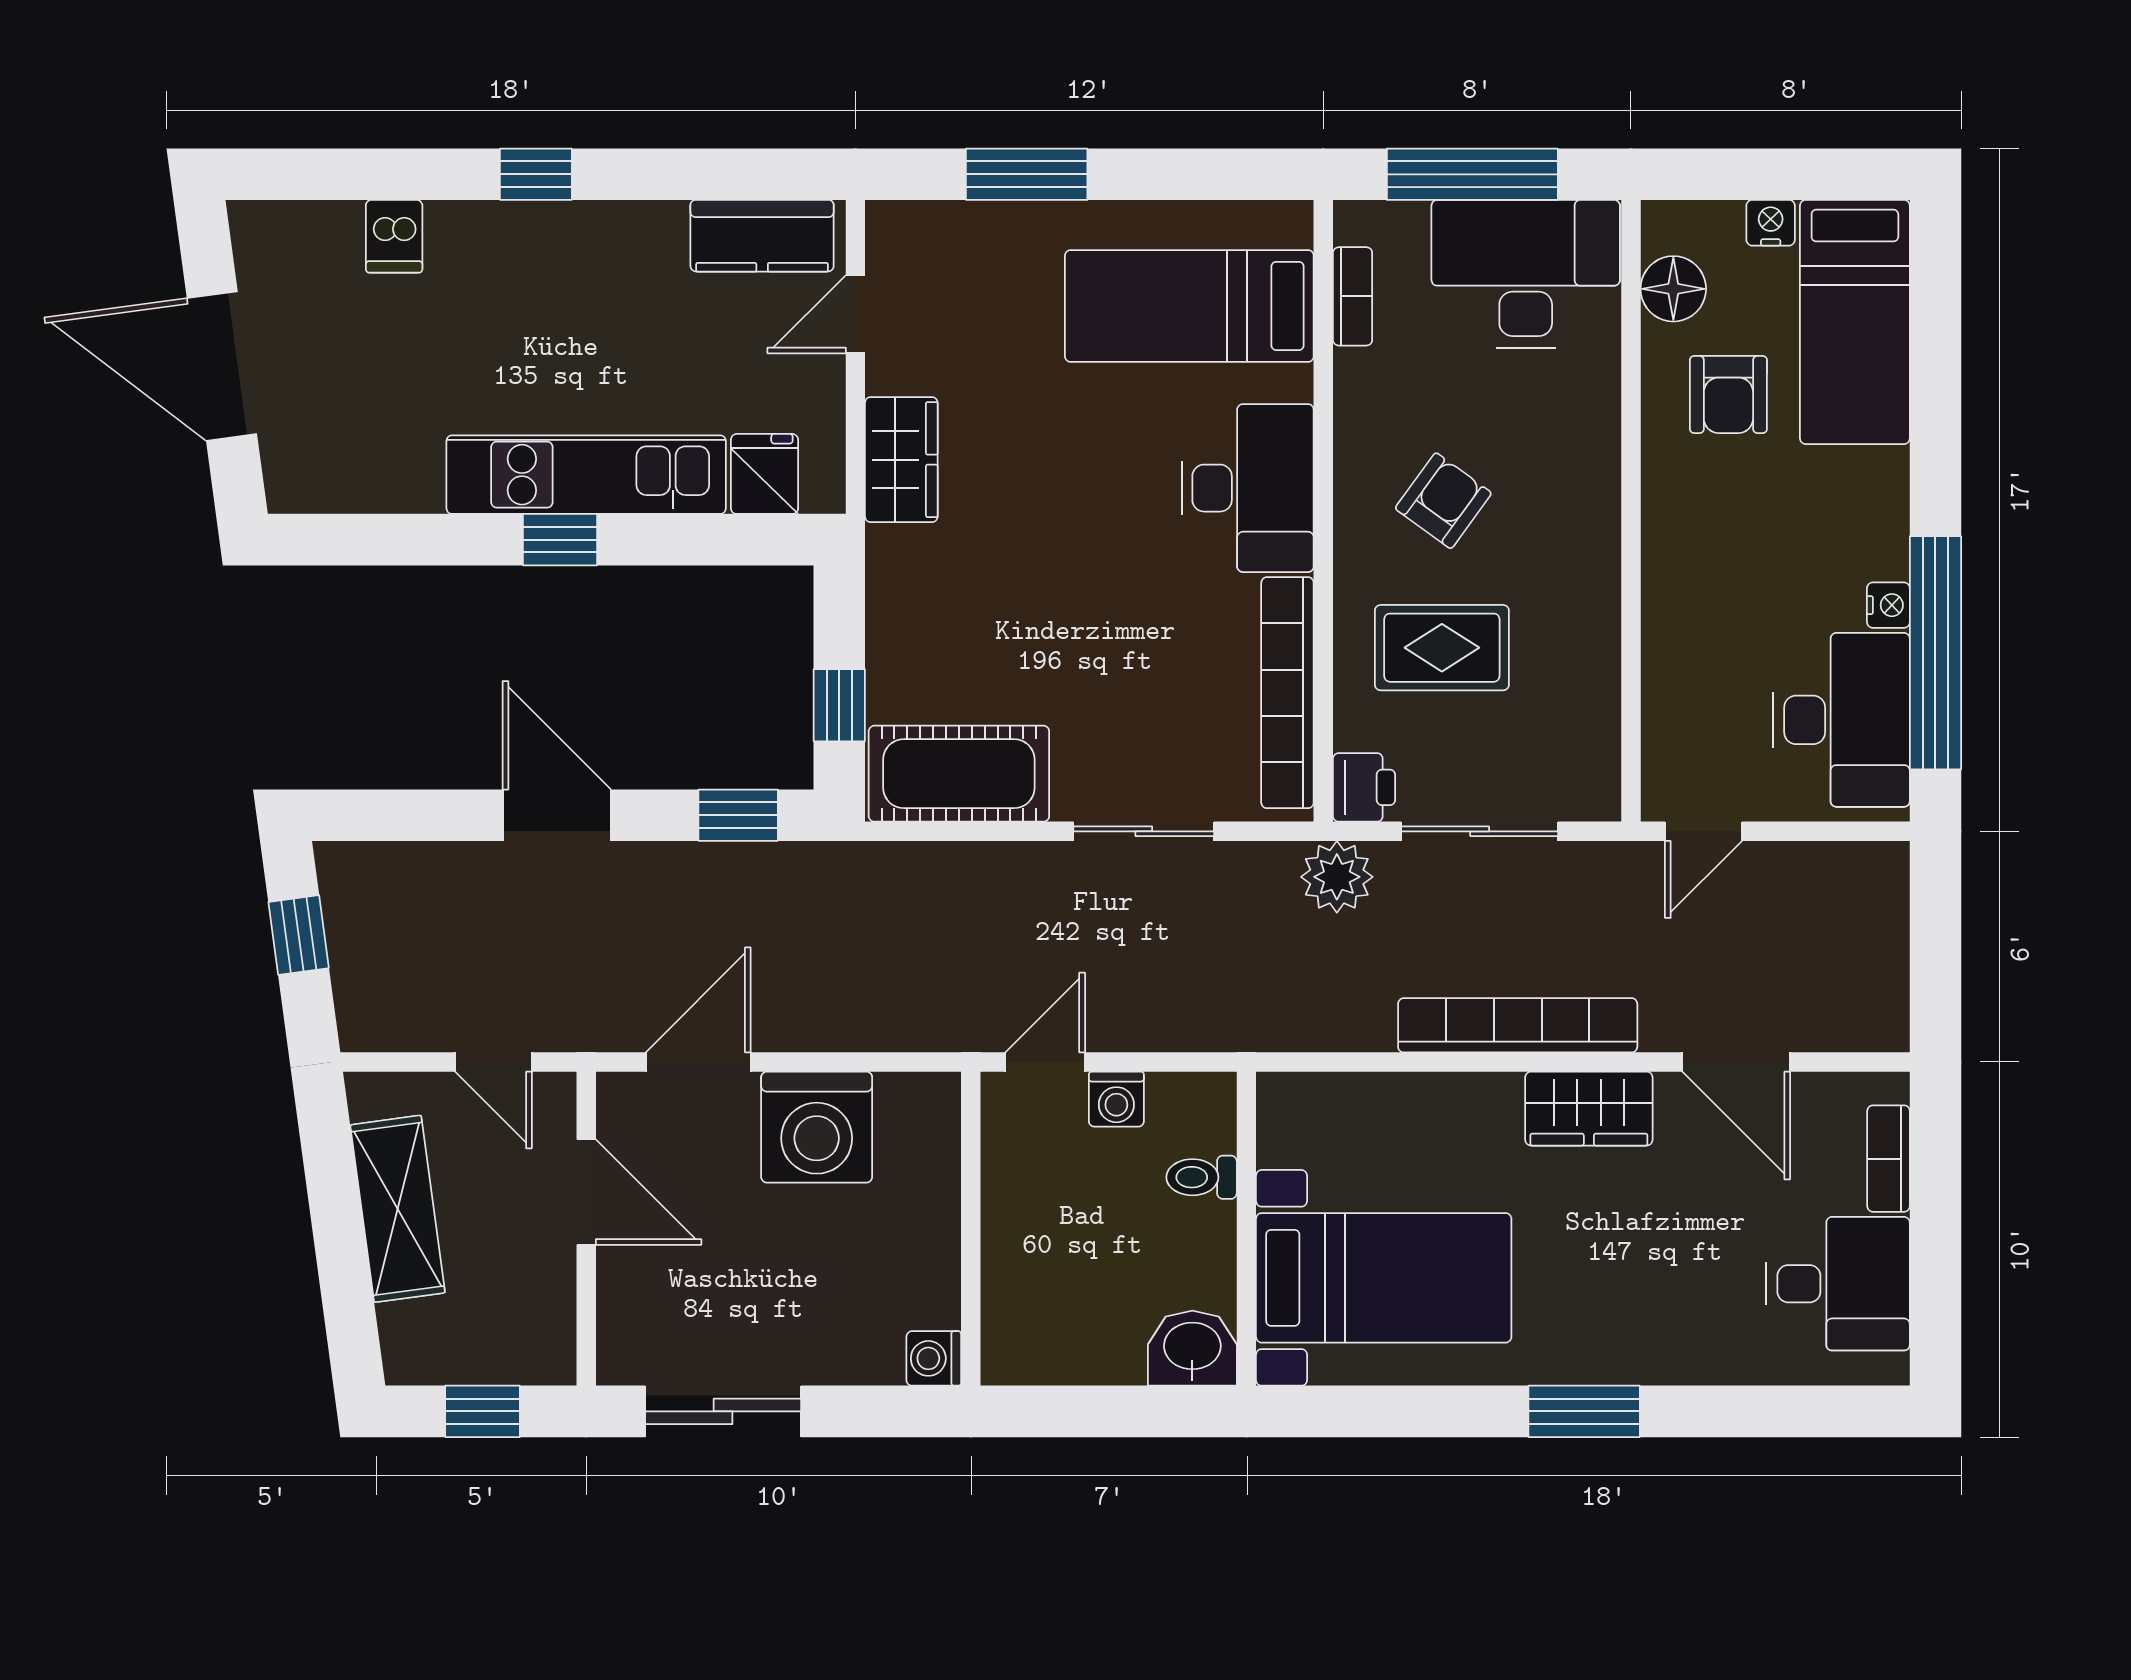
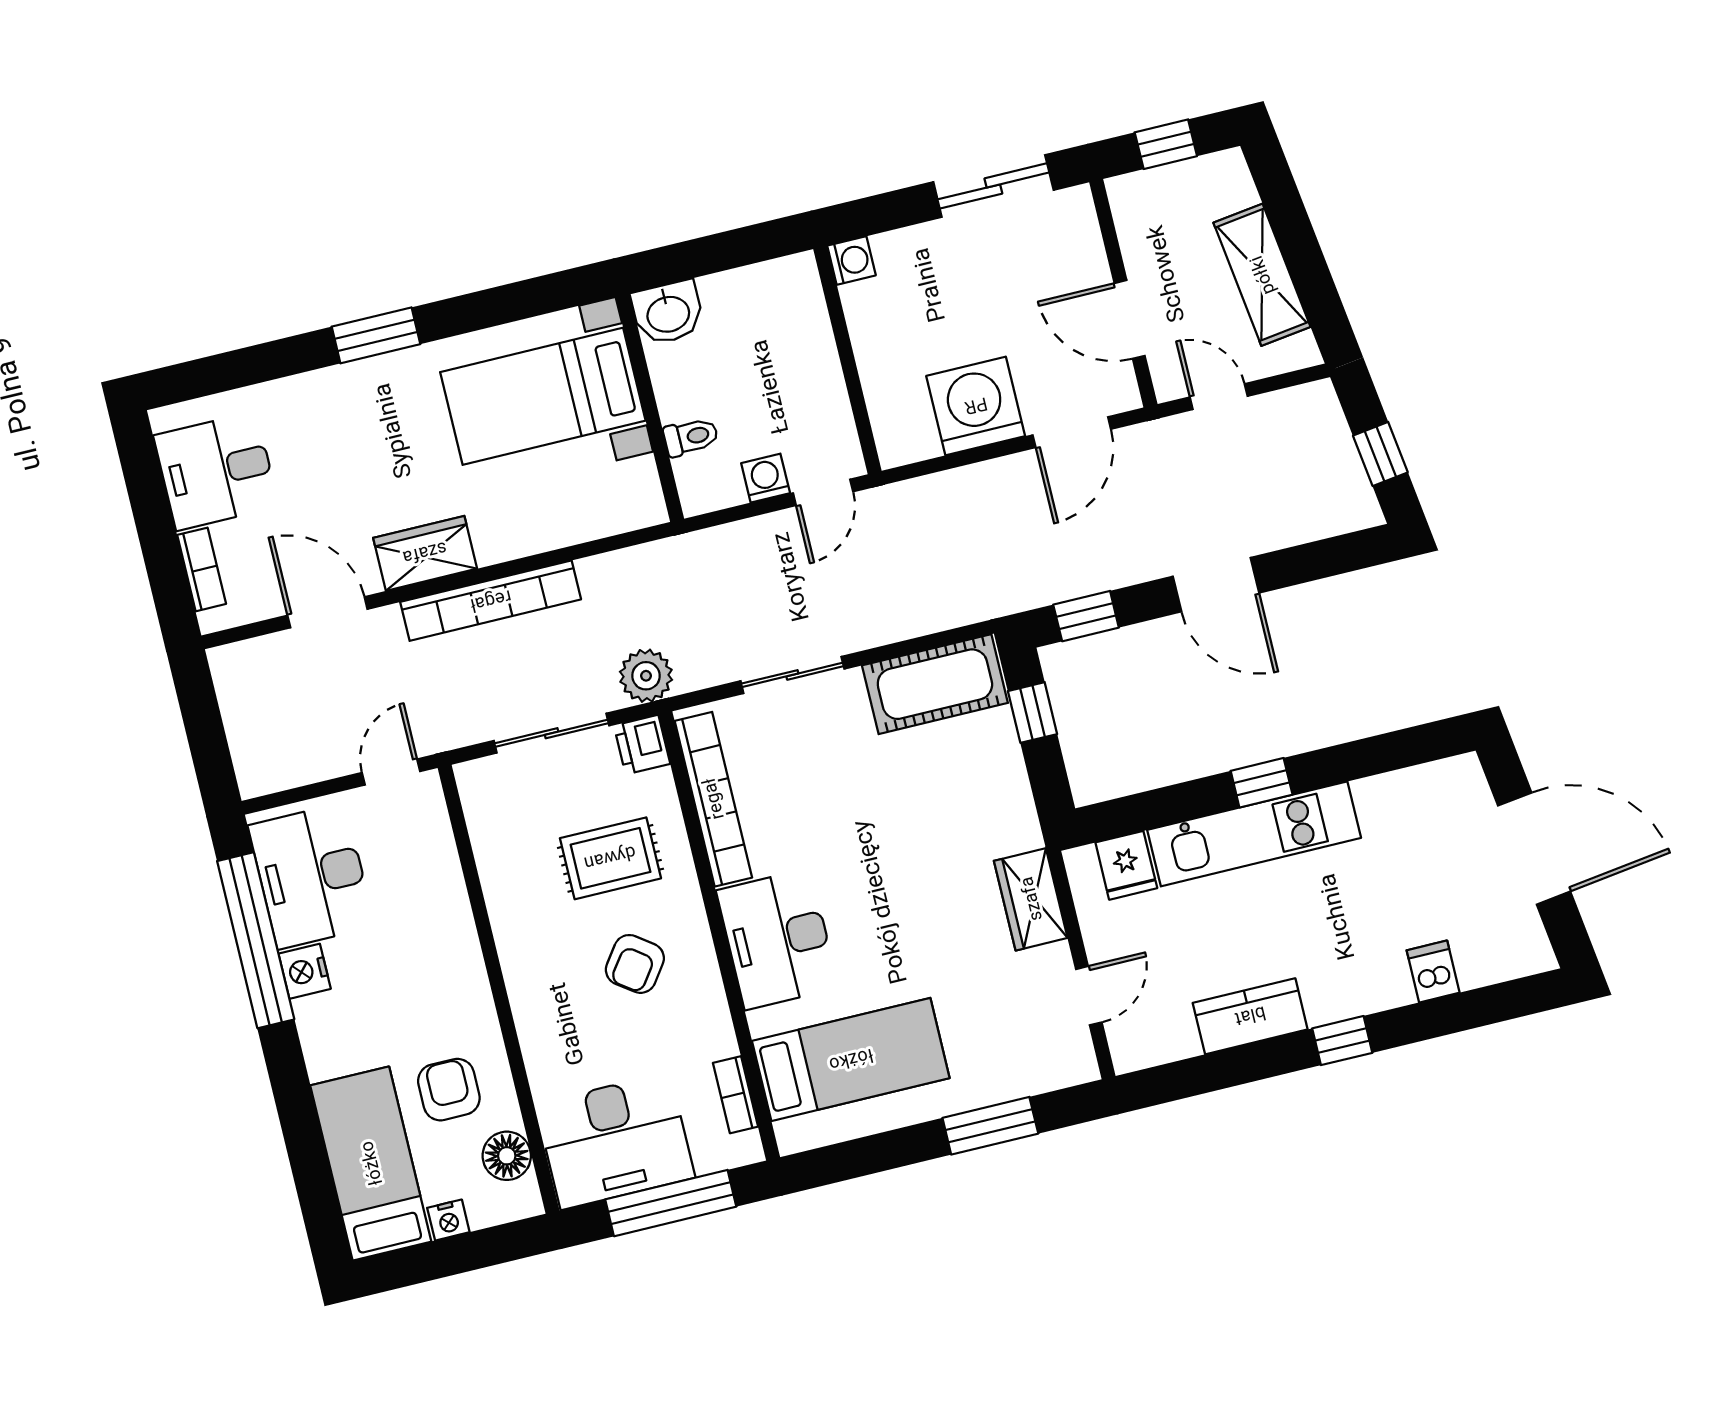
kitchen counter: (762, 236) -> (1250, 1016), moved
nightstand: (1888, 605) -> (305, 971), width x1.39, depth x1.35

